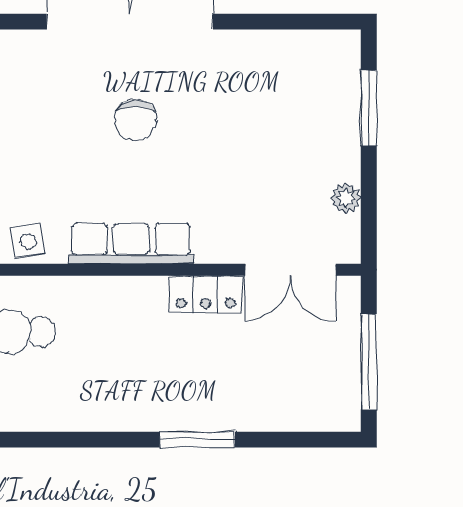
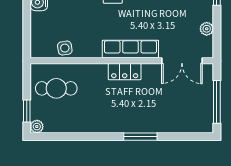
row of seats: (131, 244) -> (130, 49), moved
locker: (206, 294) -> (125, 72), moved

